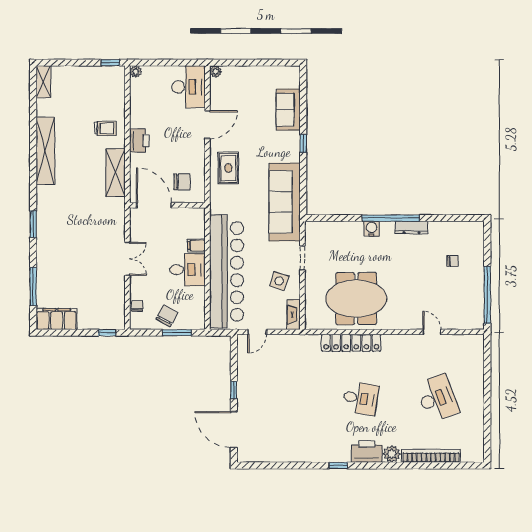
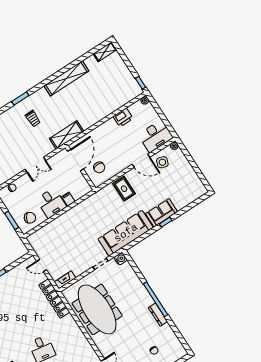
sofa: (288, 110) -> (162, 213), moved
trolley: (105, 128) -> (33, 119), moved
printer: (139, 141) -> (123, 117), moved
rug: (228, 168) -> (124, 189), turned 90
shelving: (116, 173) -> (67, 135), moved
water cooler: (371, 229) -> (121, 259), moved
bar counter: (227, 271) -> (65, 226), removed
side table: (279, 281) -> (162, 162), moved
meeting table: (356, 299) -> (97, 309), width x1.36
chair: (167, 316) -> (30, 218), moved
locker: (351, 343) -> (54, 299), moved

